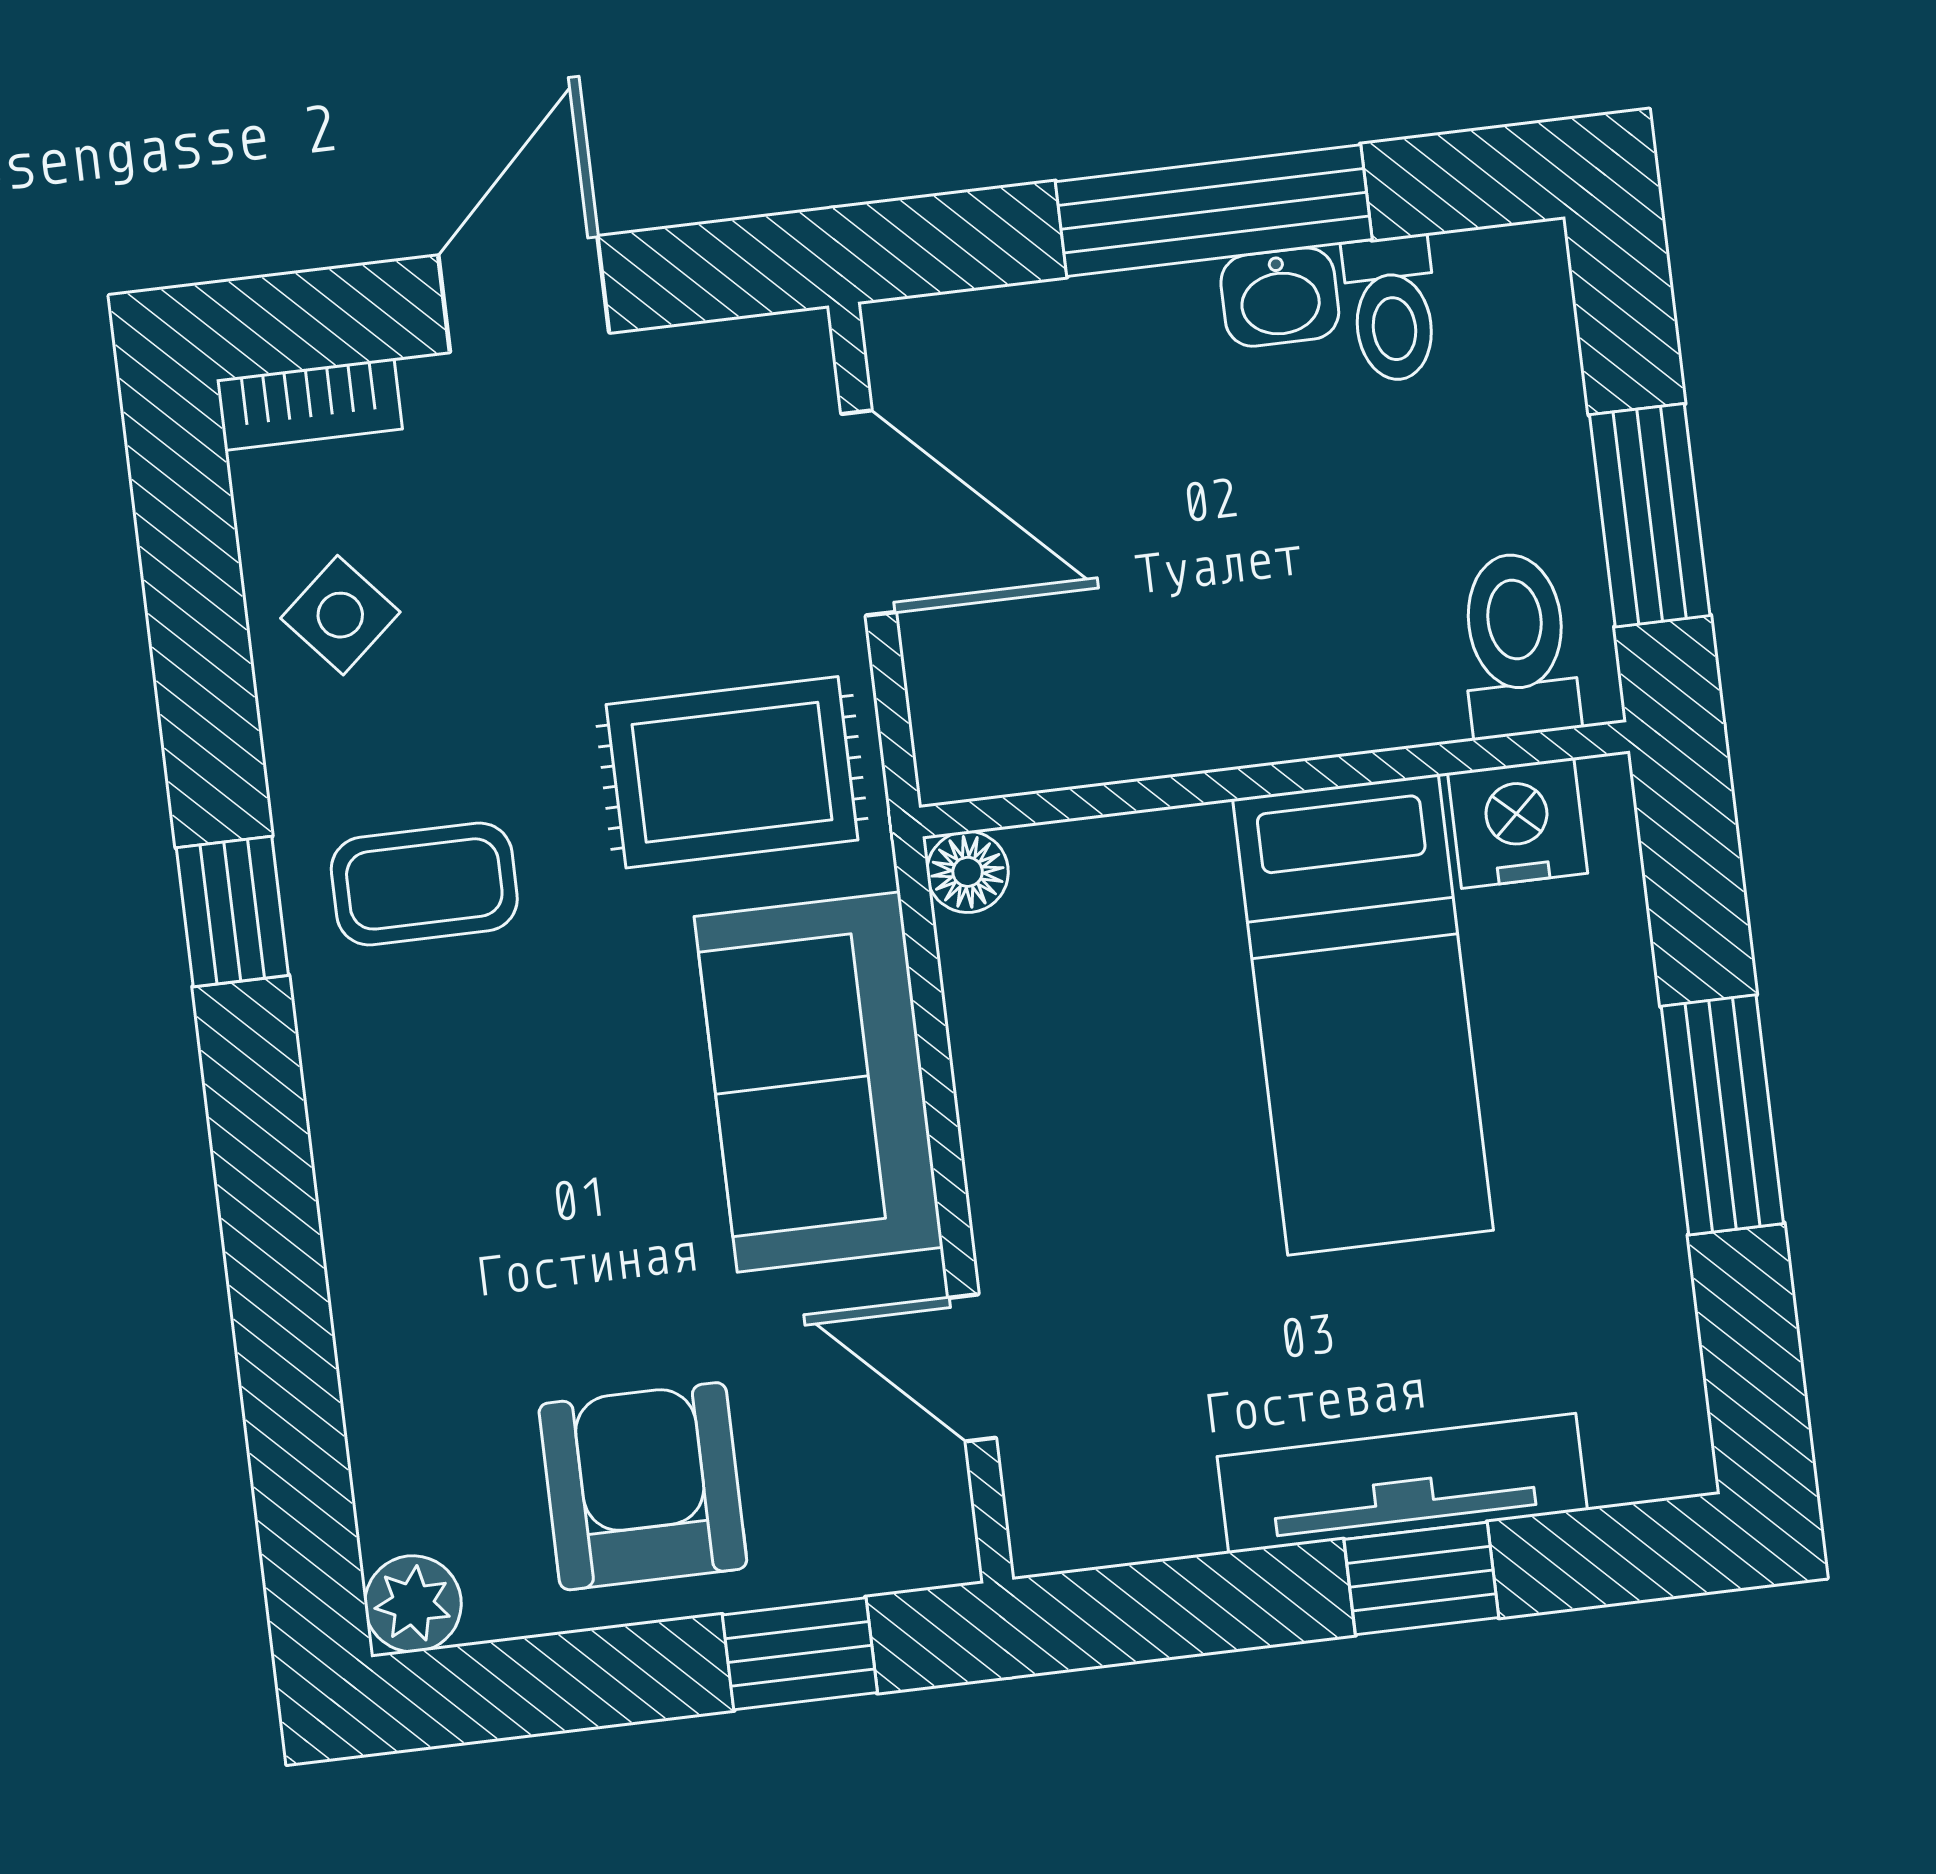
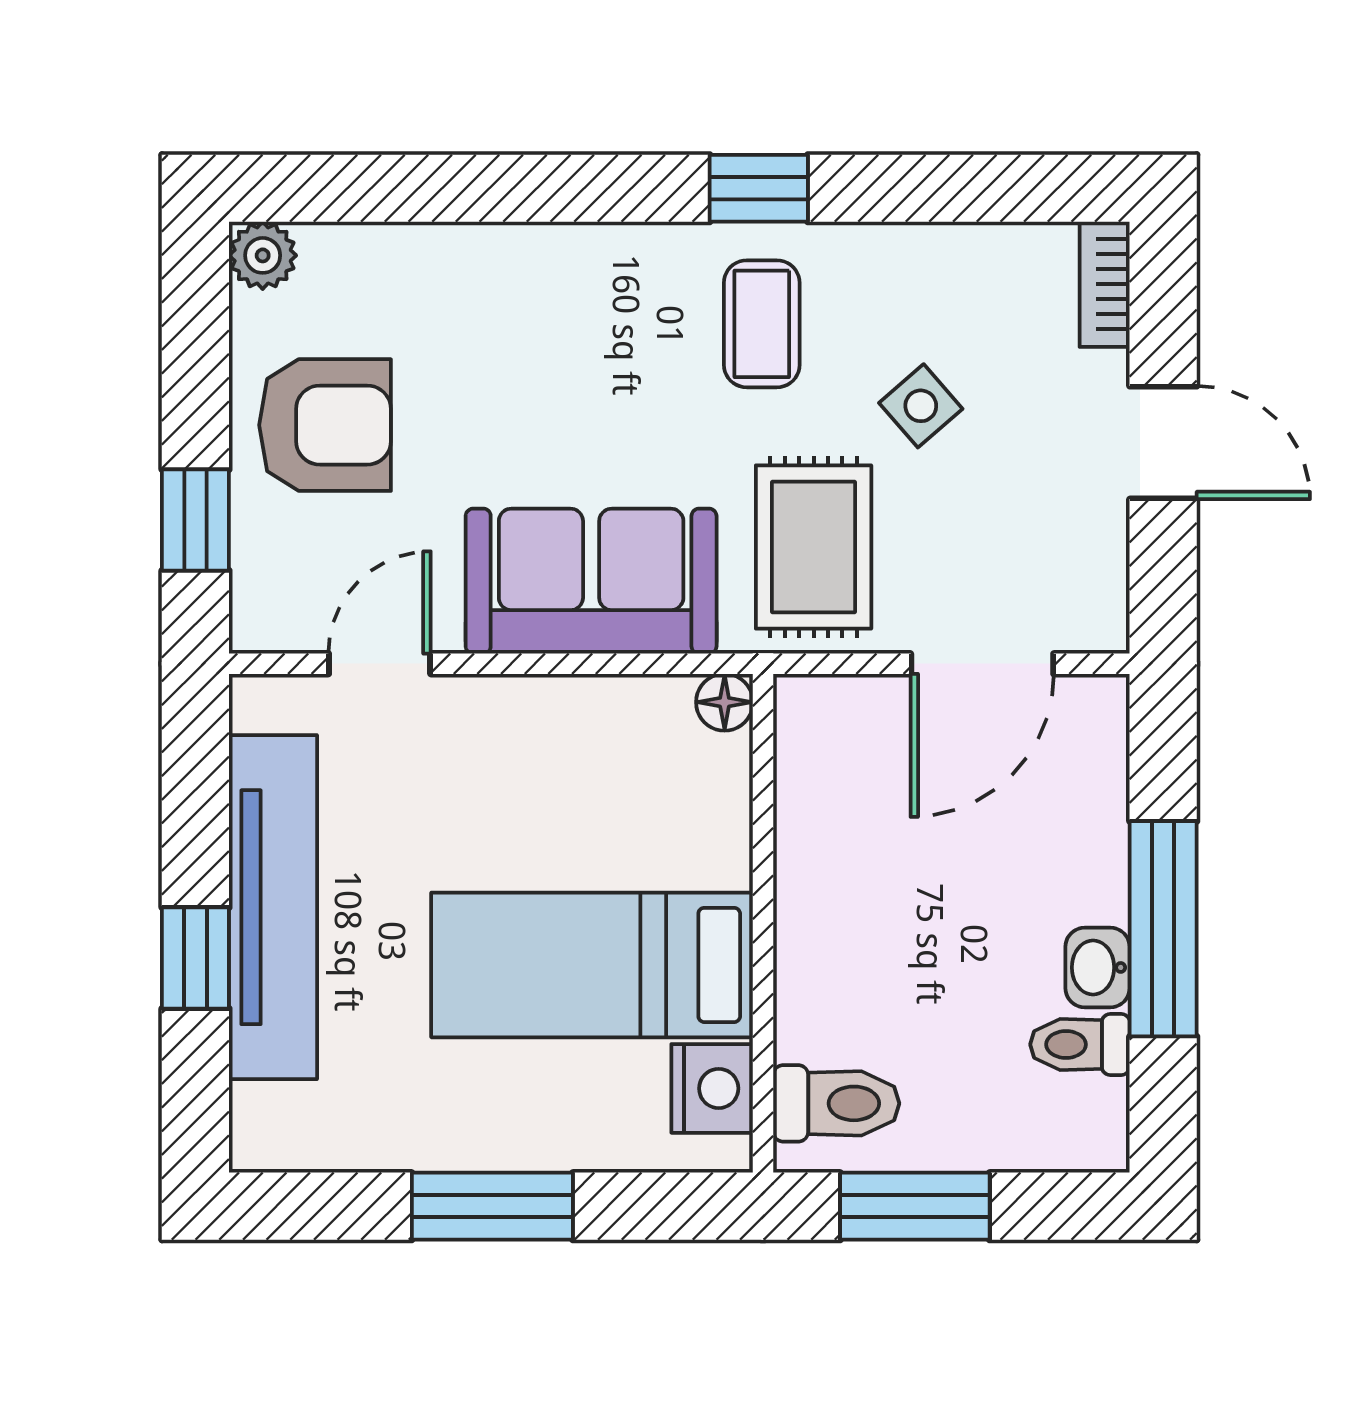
side table: (340, 615) -> (921, 406), moved
tv unit: (1402, 1483) -> (273, 907), width x1.36, depth x1.29

